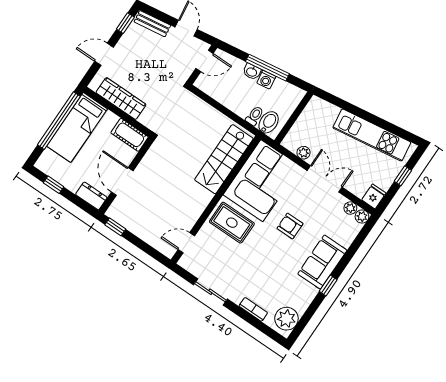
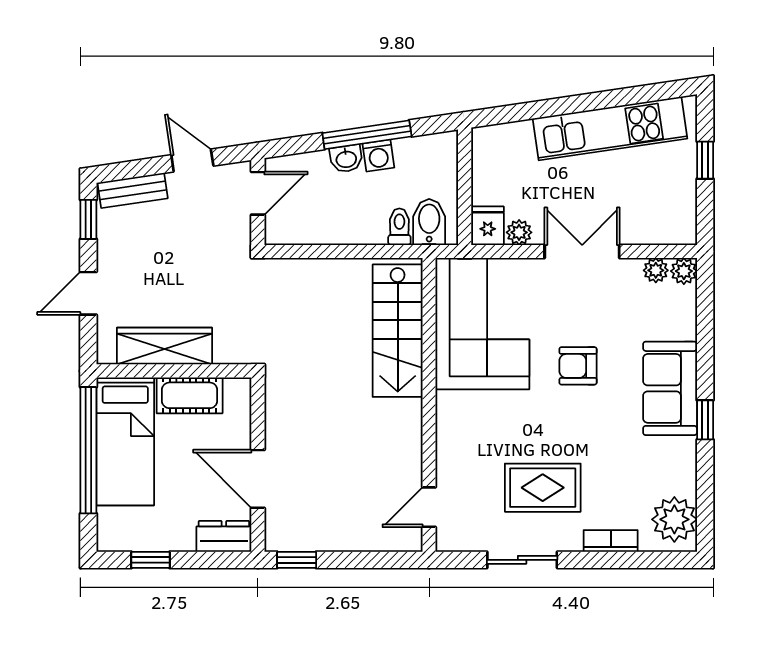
cot: (130, 135) -> (190, 395), moved
fridge: (374, 196) -> (488, 226), moved
rug: (232, 223) -> (543, 488), moved

